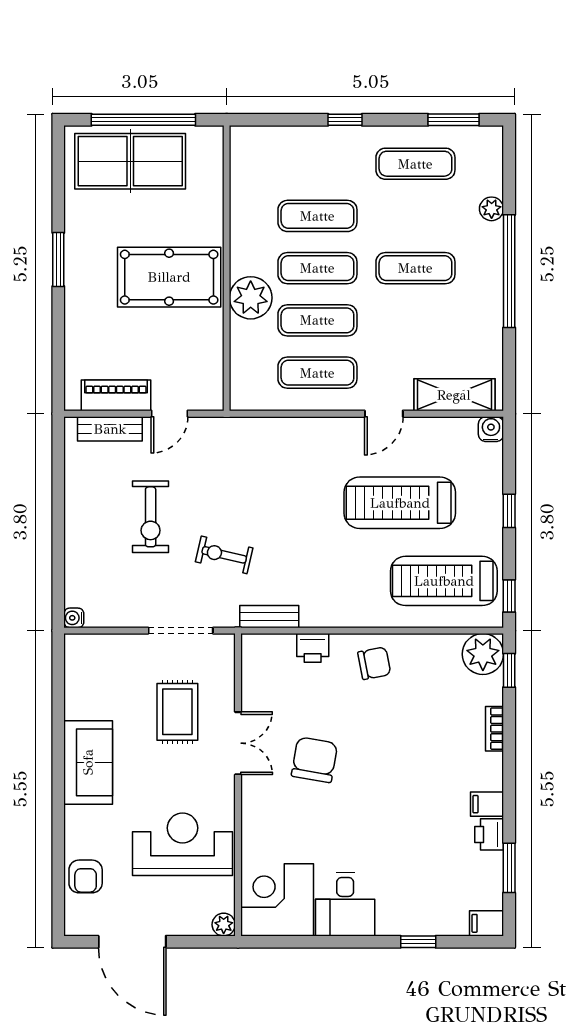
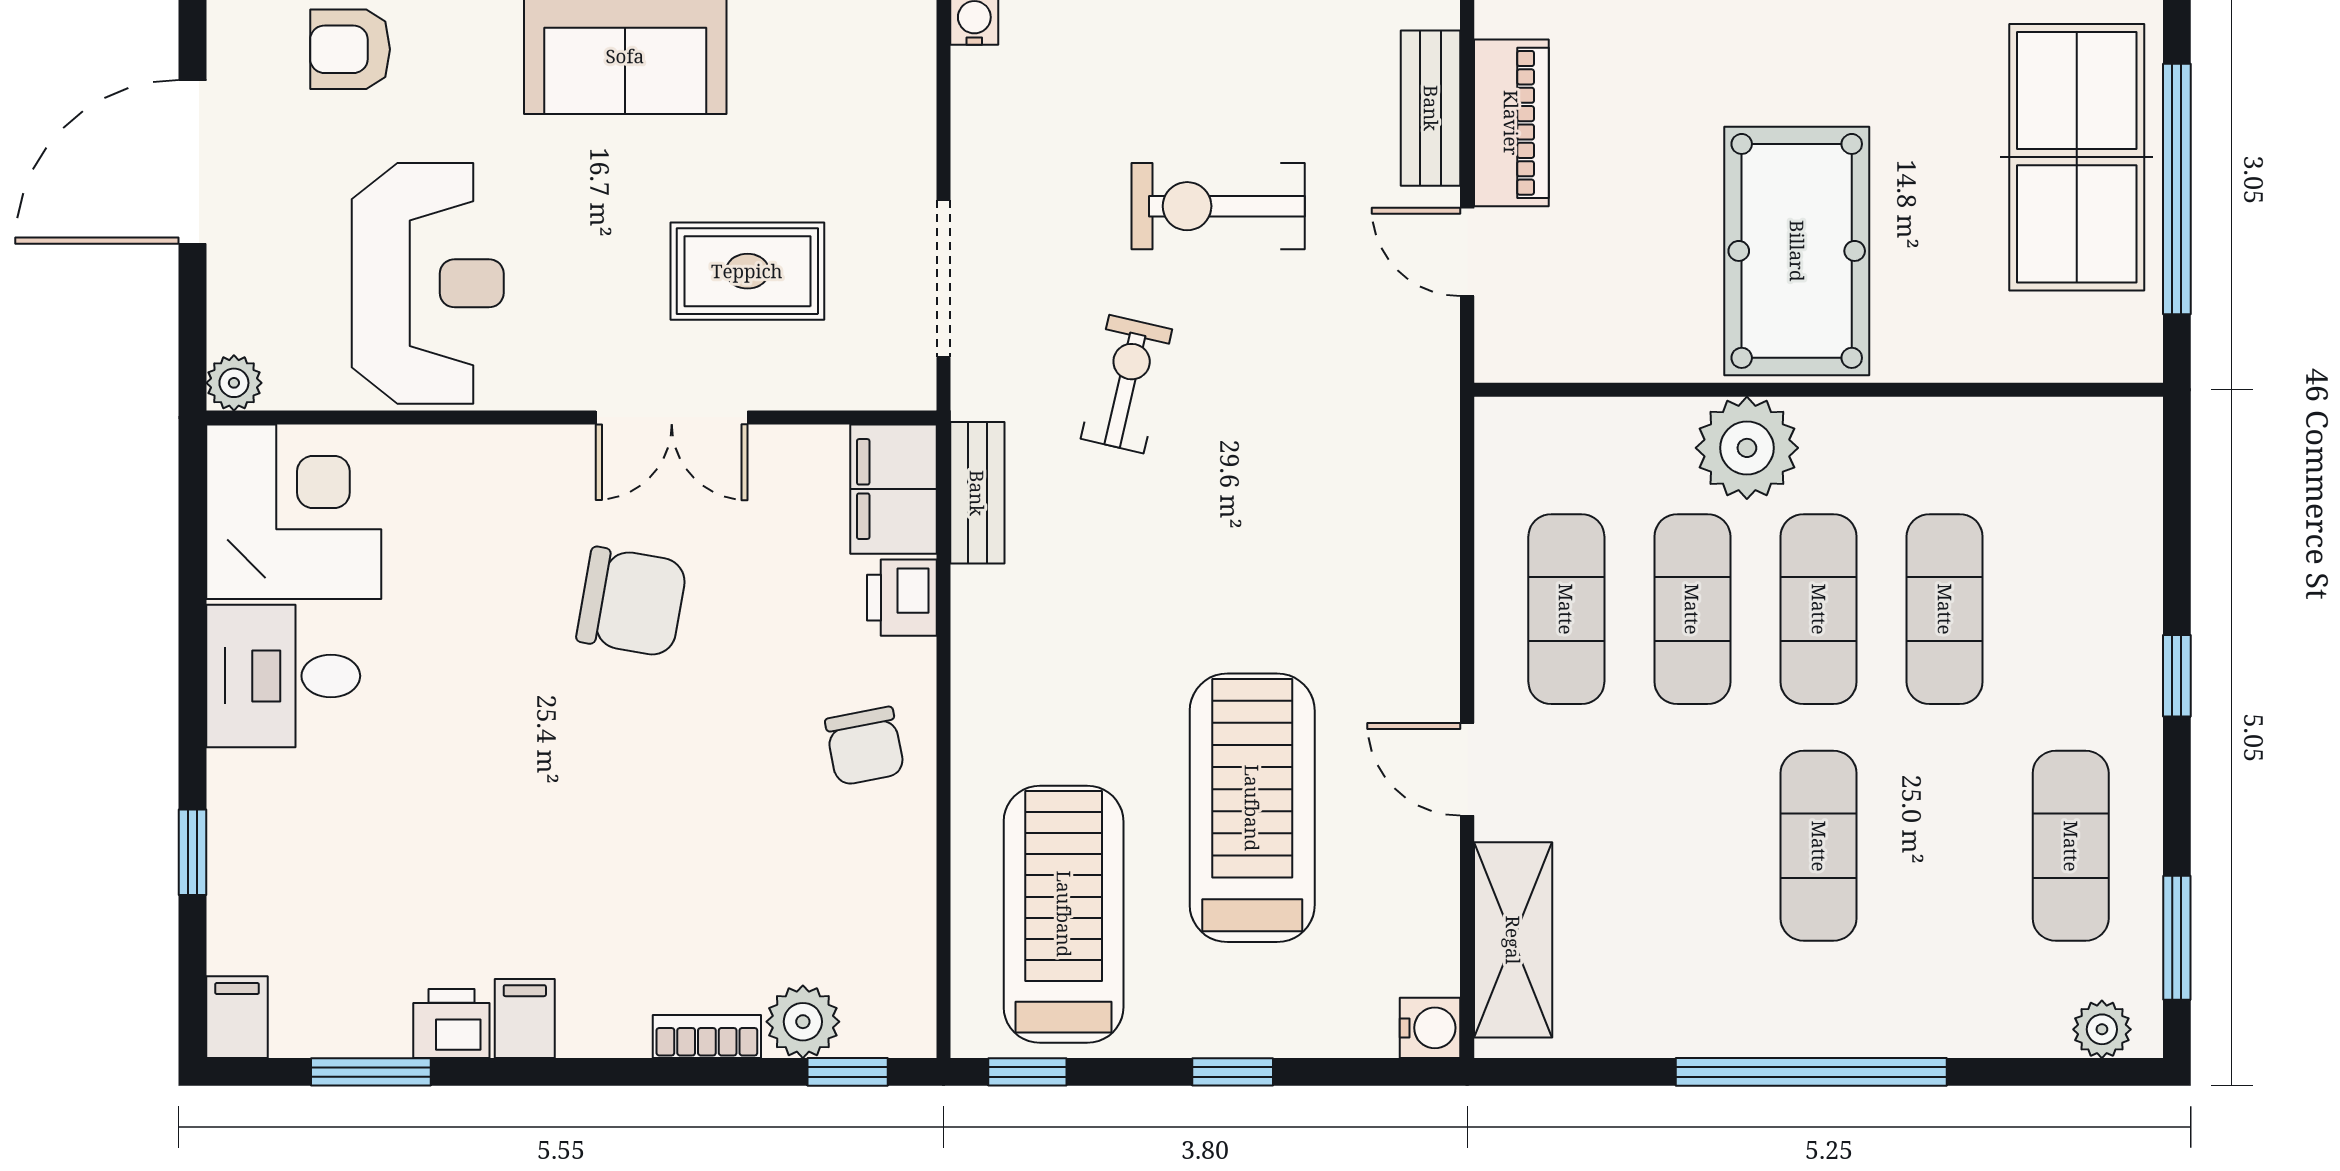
plant: (492, 209) -> (2102, 1029), moved
filing cabinet: (268, 651) -> (893, 489), added
plant: (483, 654) -> (803, 1022), moved, width x0.73, depth x0.73

